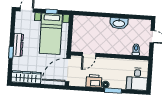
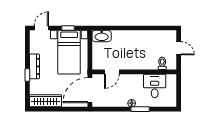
washbasin: (119, 23) -> (102, 36), moved
desk: (137, 79) -> (155, 86), moved, turned 180
printer: (94, 81) -> (119, 100), removed

